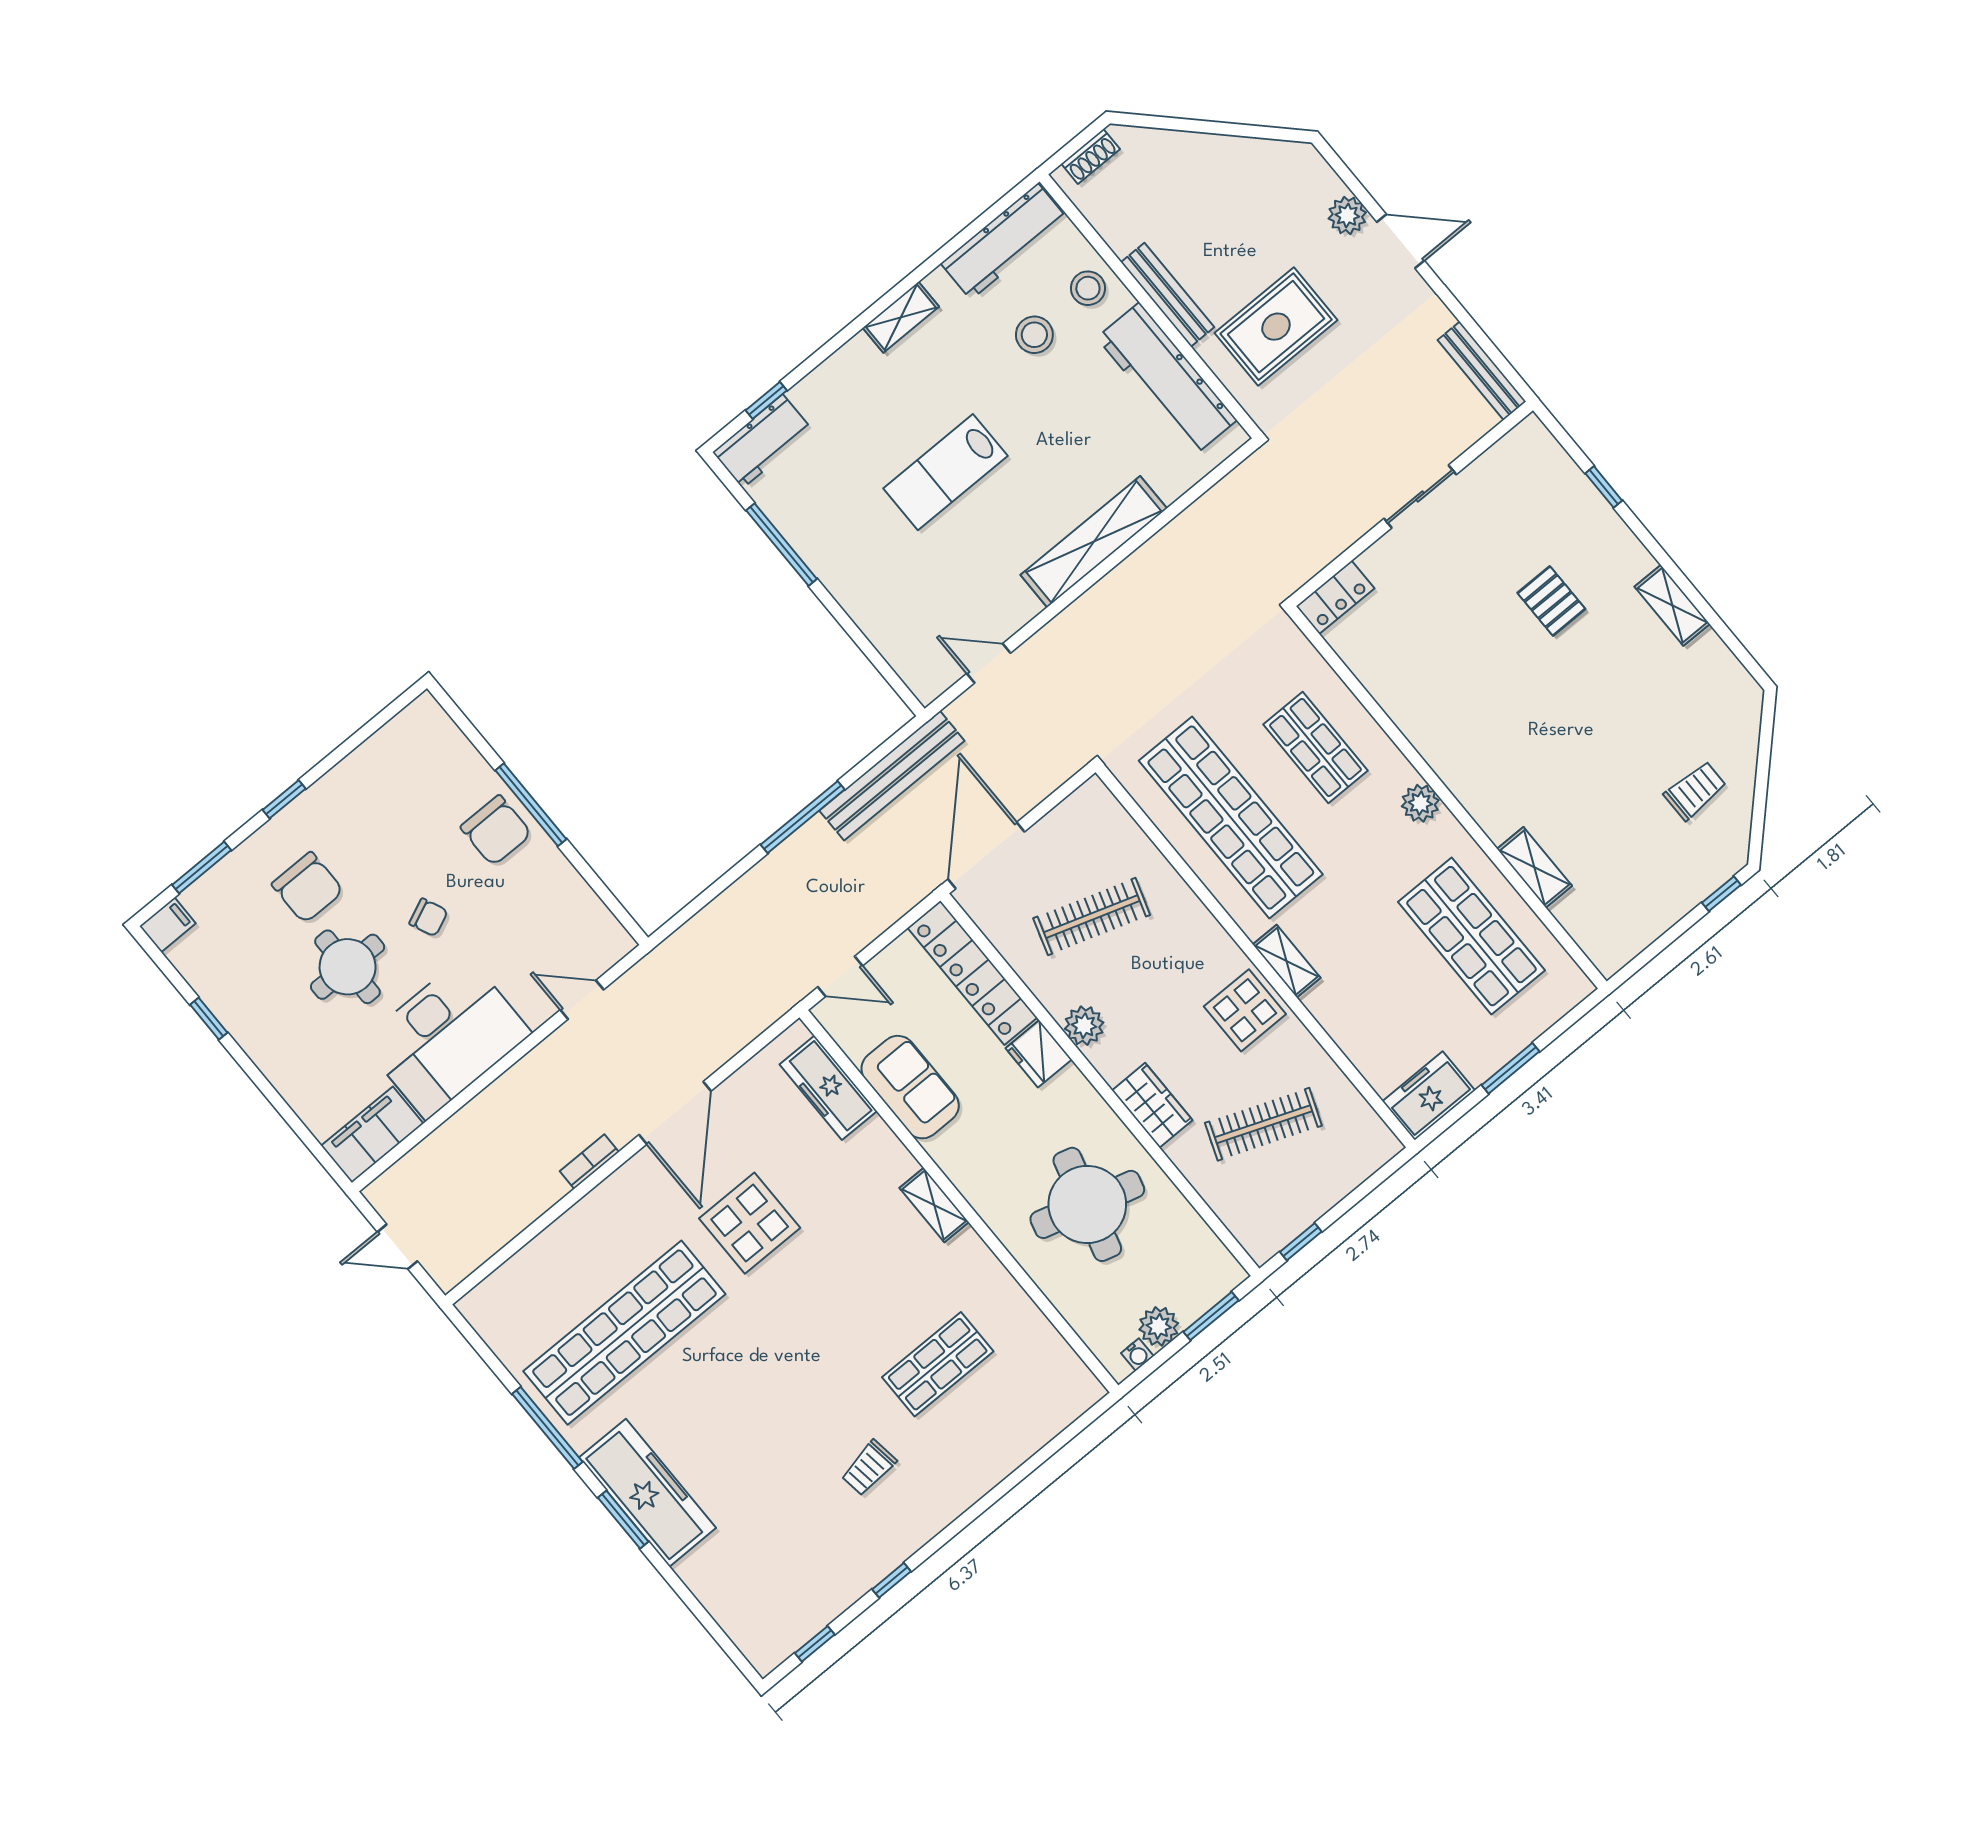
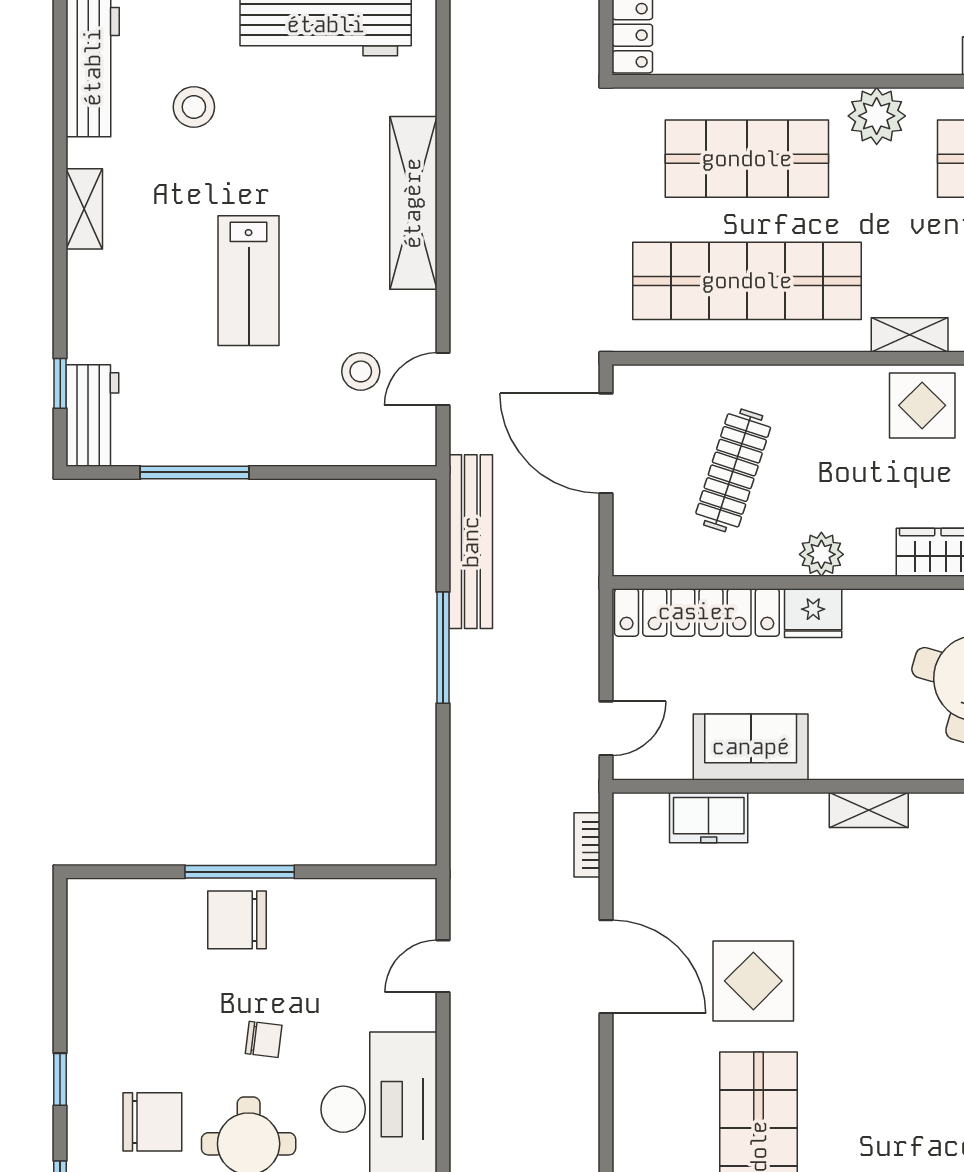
stool: (1088, 288) -> (361, 371), moved
shop shelf: (1315, 747) -> (747, 159), width x1.43, depth x1.36
plant: (1420, 803) -> (877, 116), width x1.36, depth x1.36
chair: (496, 830) -> (237, 920), turned 180
door: (986, 855) -> (606, 443), moved
chair: (428, 917) -> (264, 1039), turned 31
freezer: (828, 1088) -> (709, 818), width x0.71
bookcase: (589, 1162) -> (587, 845), moved

